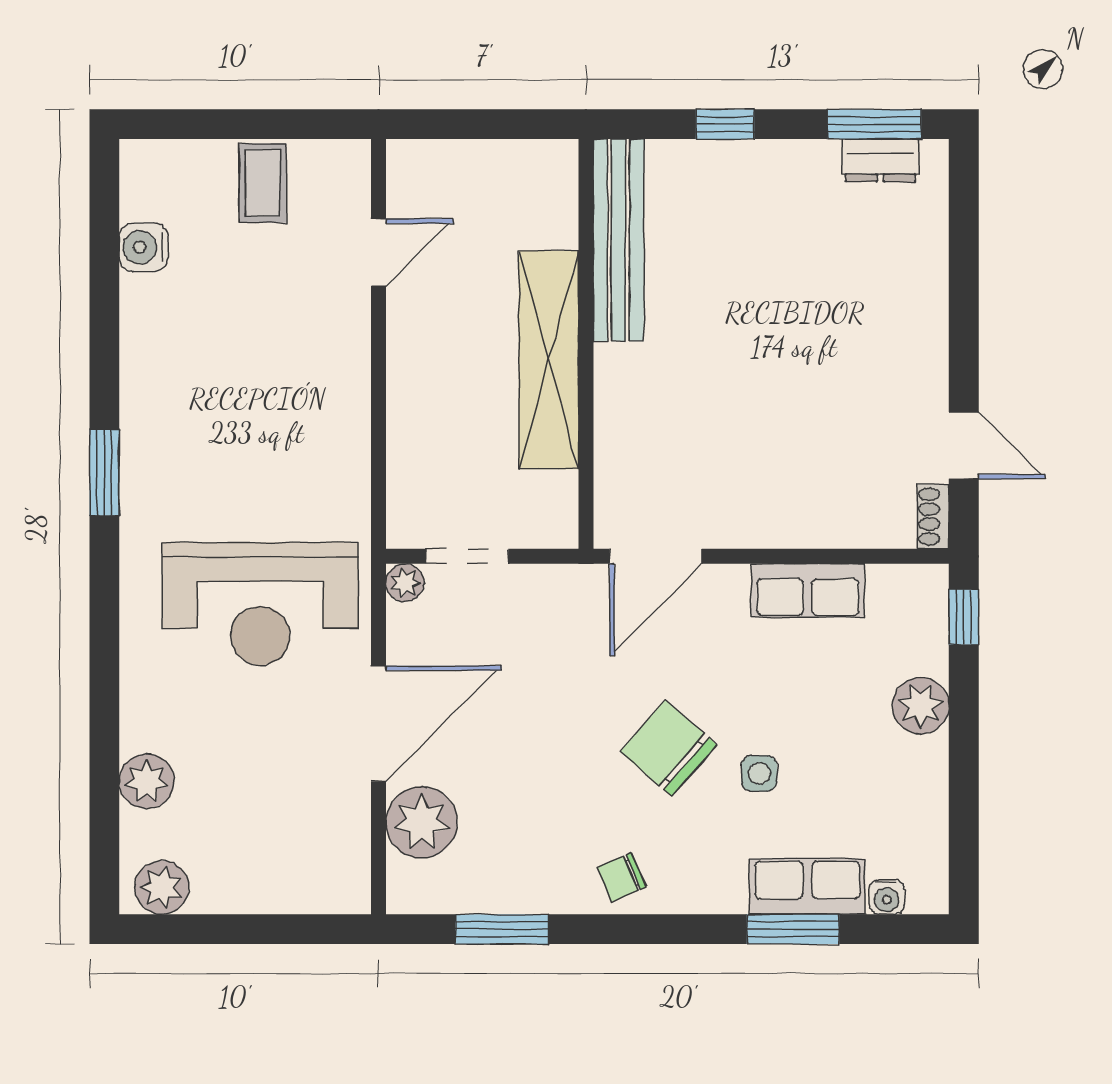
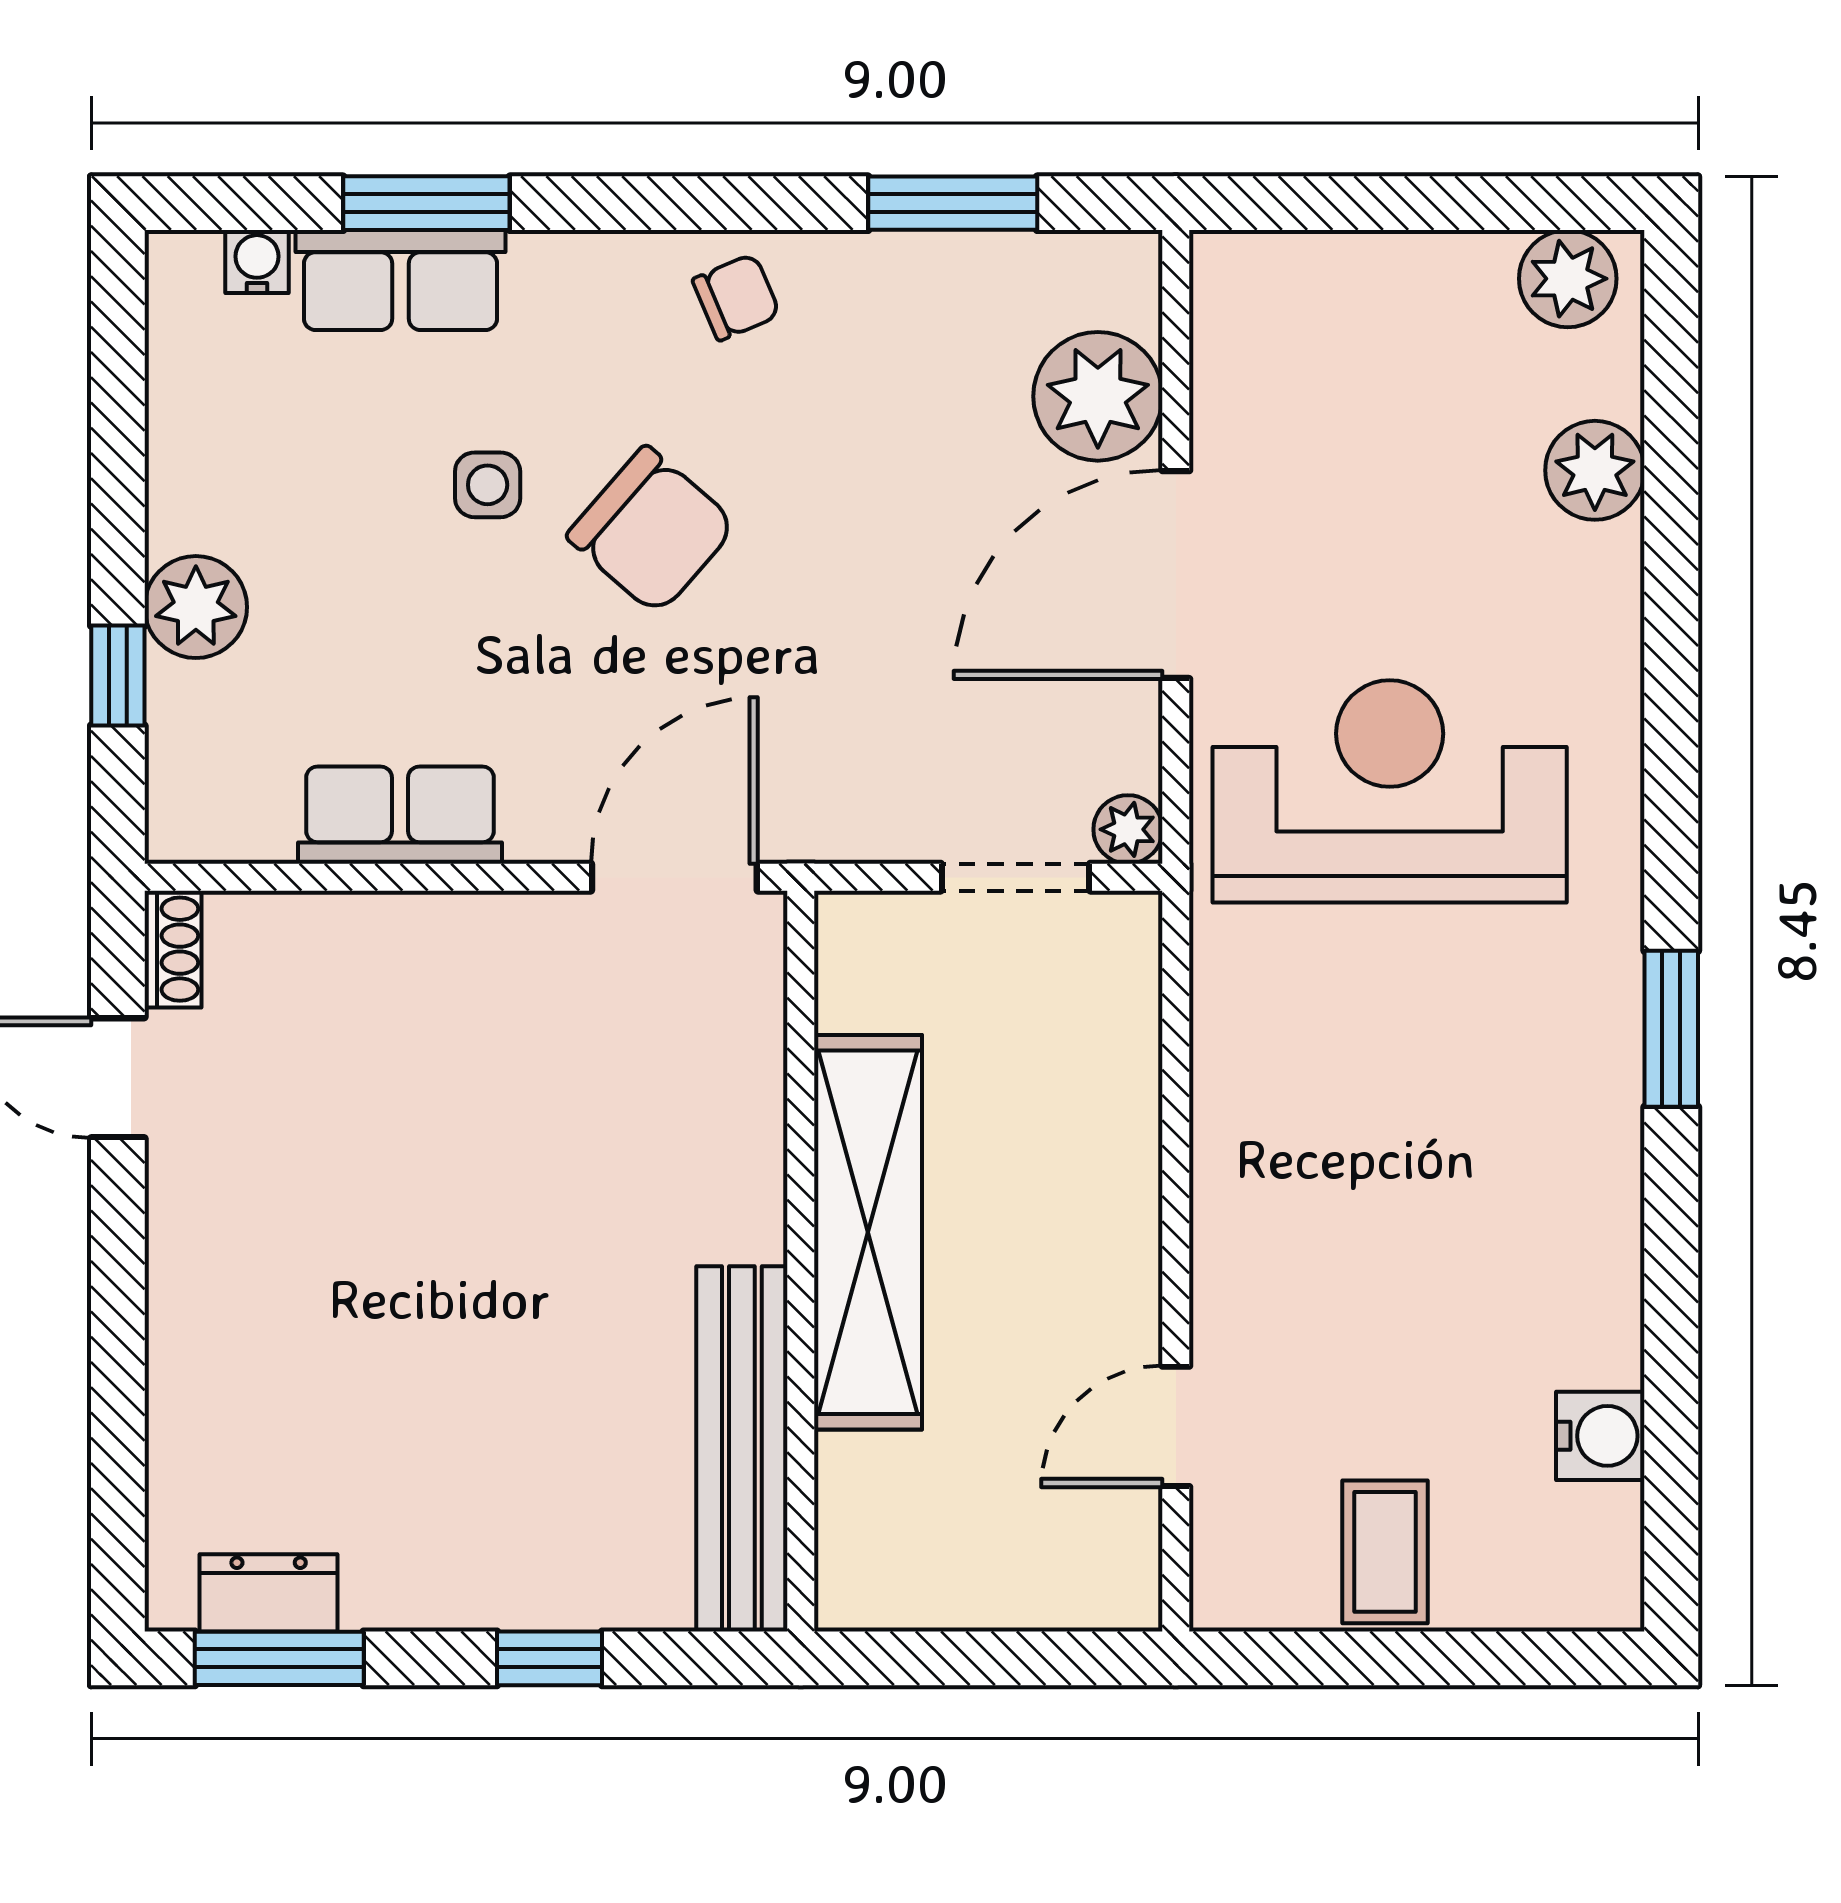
window: (964, 617) -> (118, 676), moved

